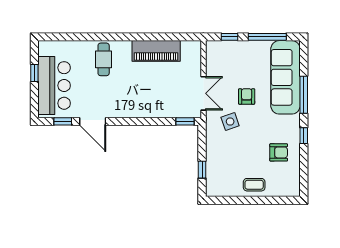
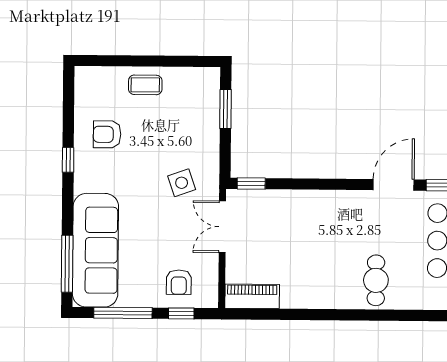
piano: (156, 51) -> (252, 296), moved, width x0.73, depth x0.75
window: (304, 95) -> (67, 264), moved
armchair: (247, 96) -> (179, 282), moved
door: (93, 121) -> (394, 185), hinge flipped
window: (202, 170) -> (226, 109), width x1.50

